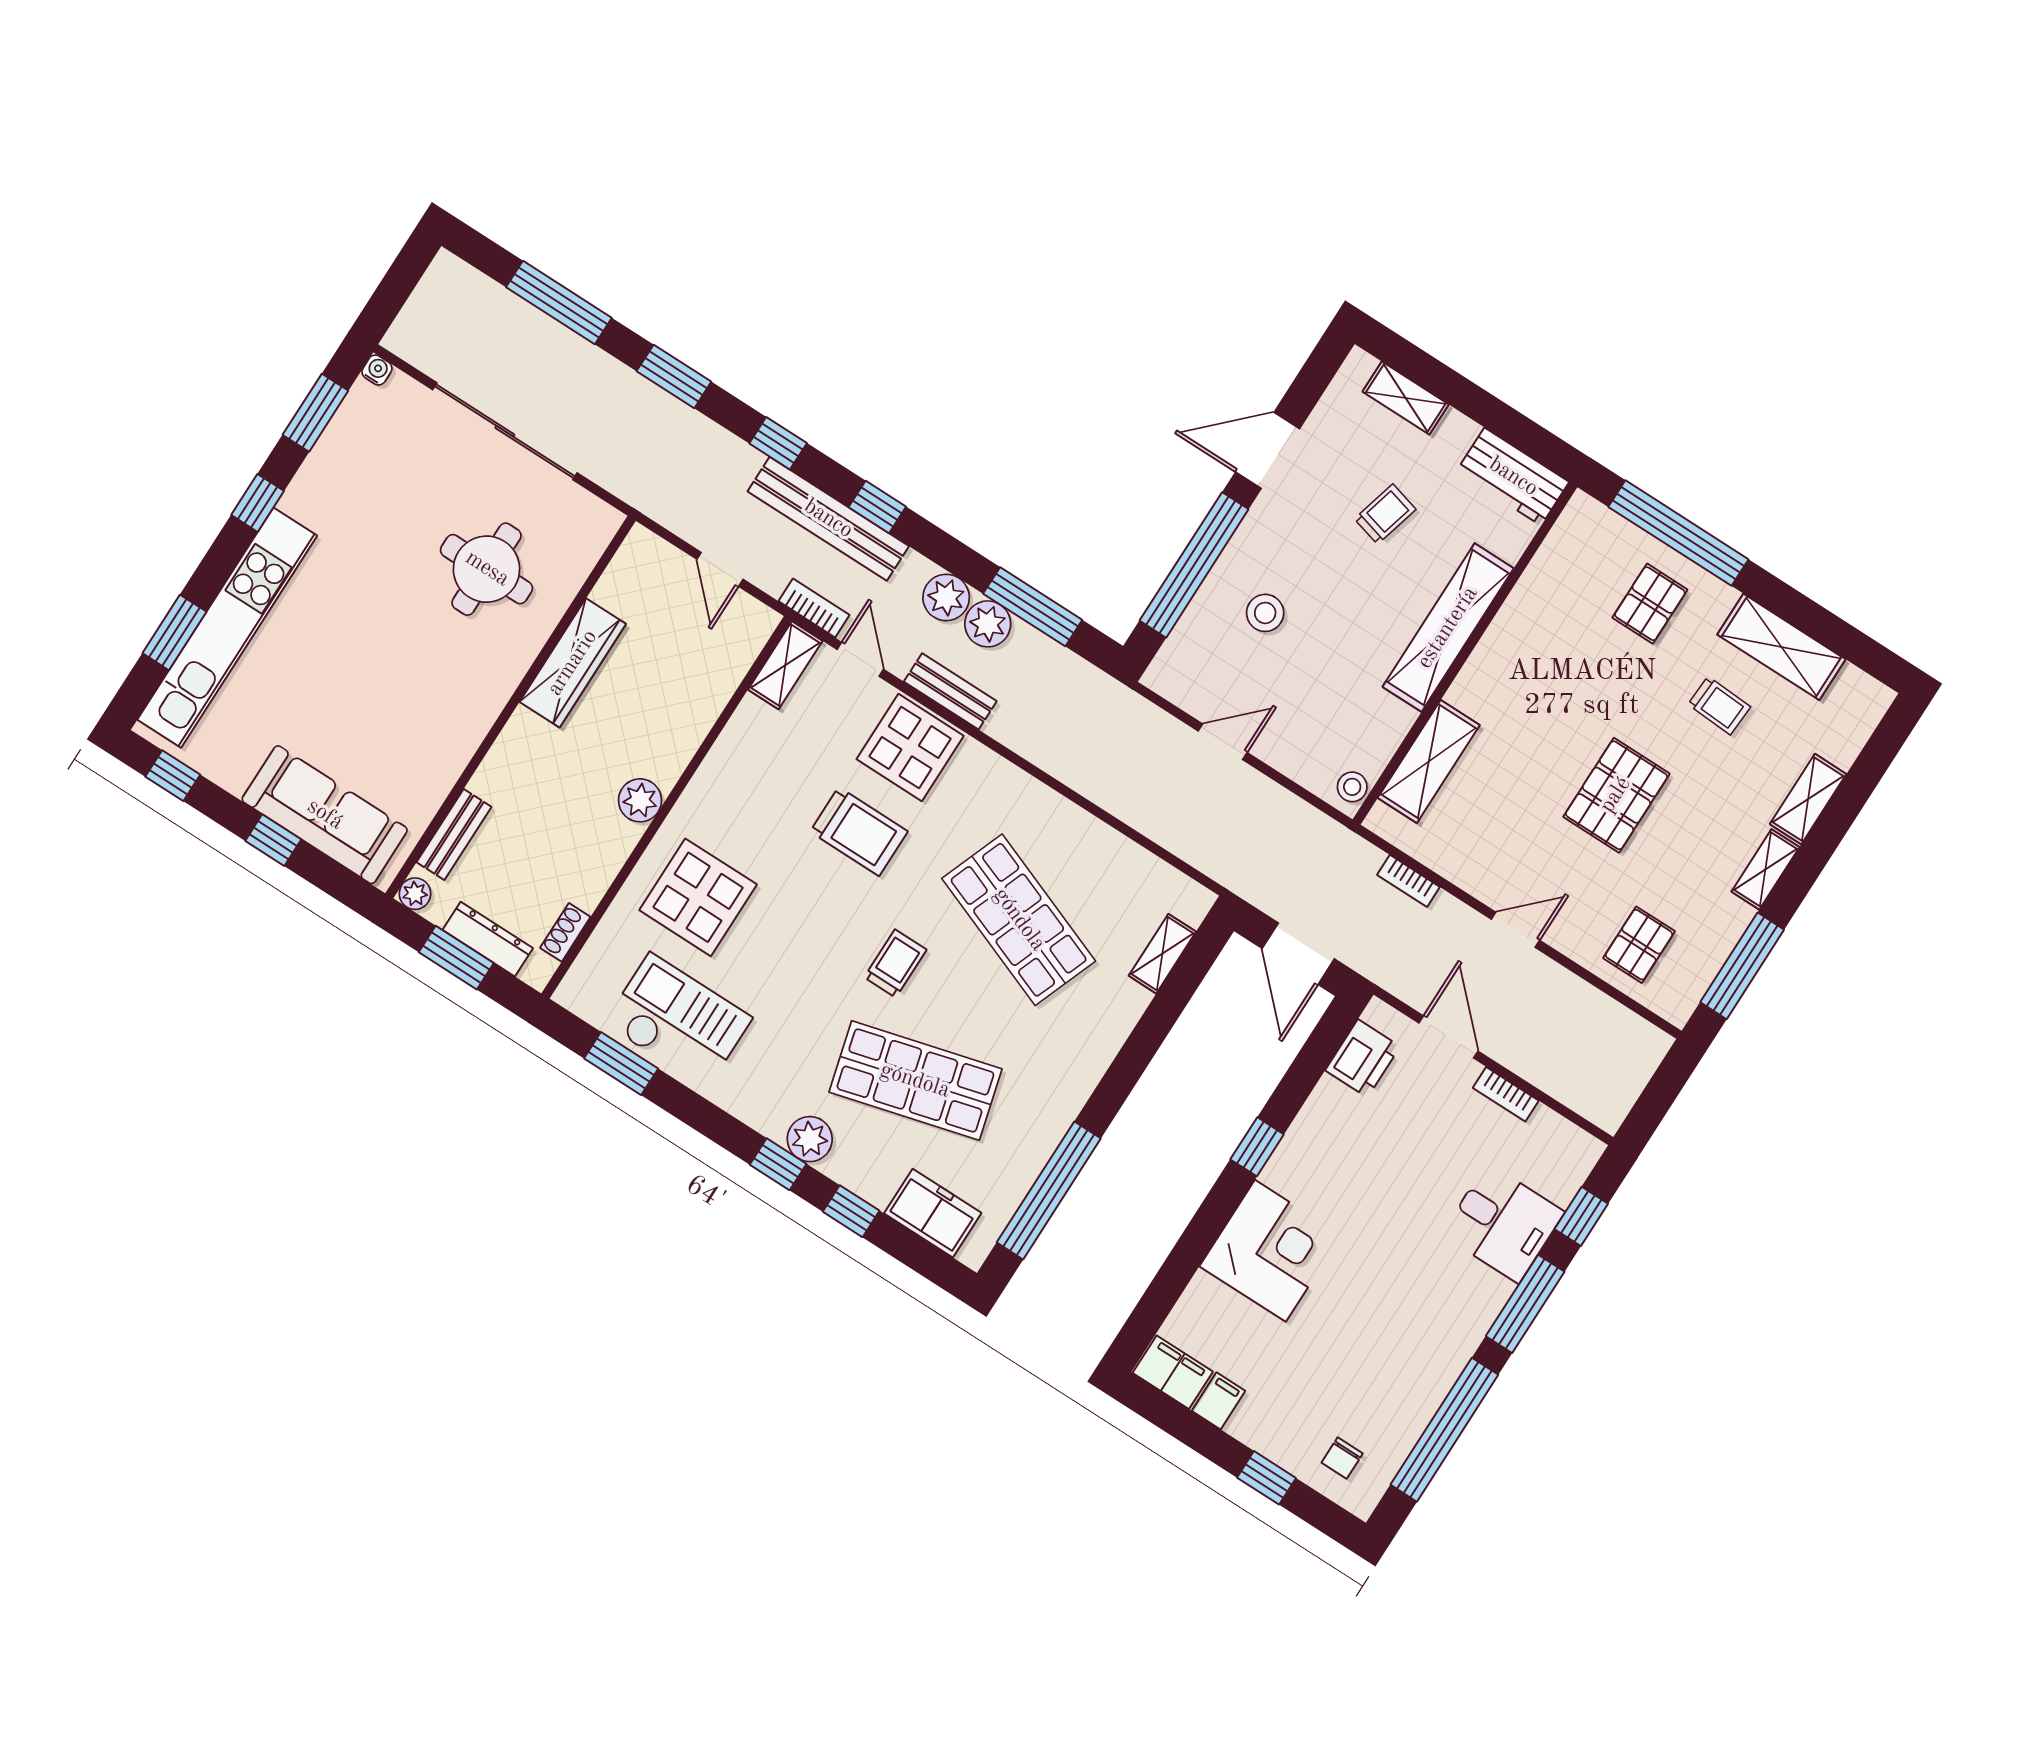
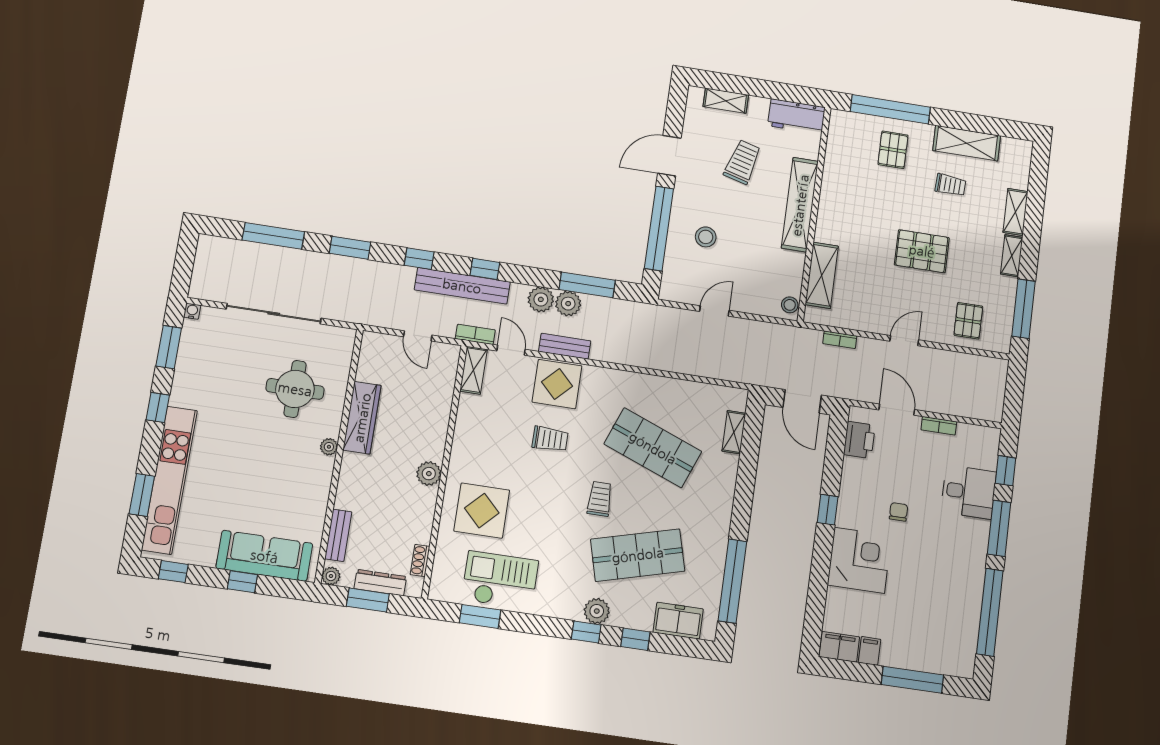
trolley: (1385, 514) -> (742, 162), width x1.36, depth x1.39
plant: (500, 686) -> (329, 447), added
pallet: (1616, 795) -> (922, 251), turned 90
trolley: (859, 832) -> (550, 439), width x0.73, depth x0.72
chair: (1342, 1458) -> (899, 512), moved, turned 180
window: (1266, 1478) -> (912, 680), width x2.17

